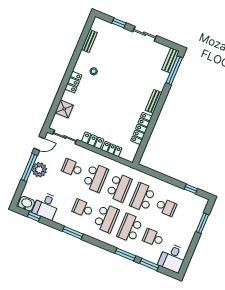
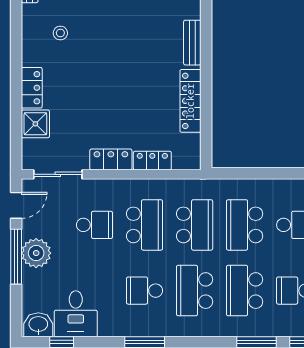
locker: (73, 82) -> (32, 88), moved
school desk: (72, 168) -> (94, 225), turned 180
school desk: (106, 218) -> (195, 291), turned 180

